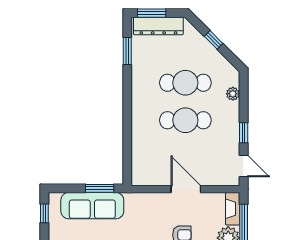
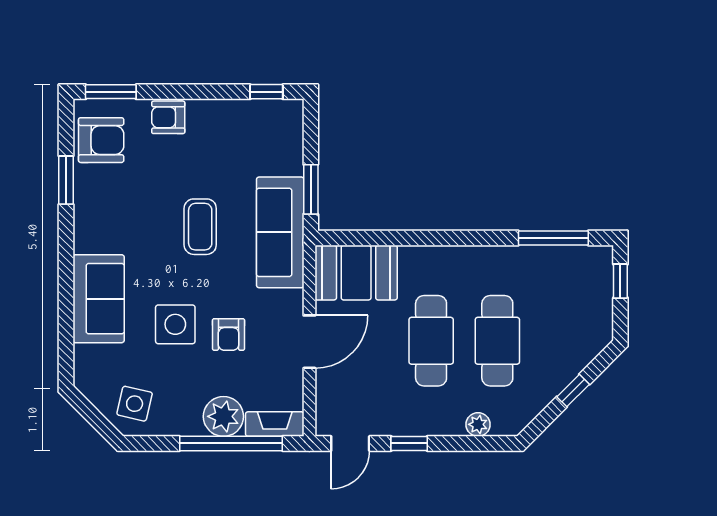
window: (152, 13) -> (620, 281), width x0.67
dresser: (158, 26) -> (598, 293), removed
window: (127, 51) -> (553, 238), width x1.44
booth: (147, 163) -> (356, 273), added
sofa: (92, 206) -> (280, 232), moved

